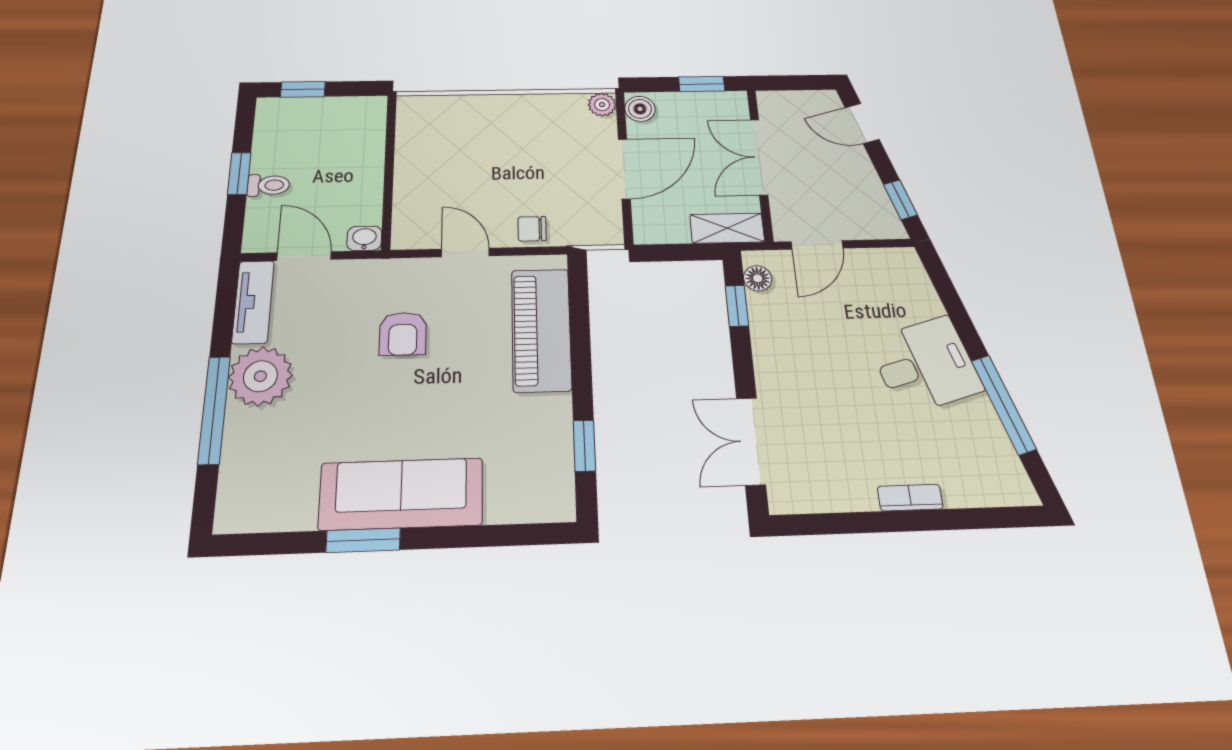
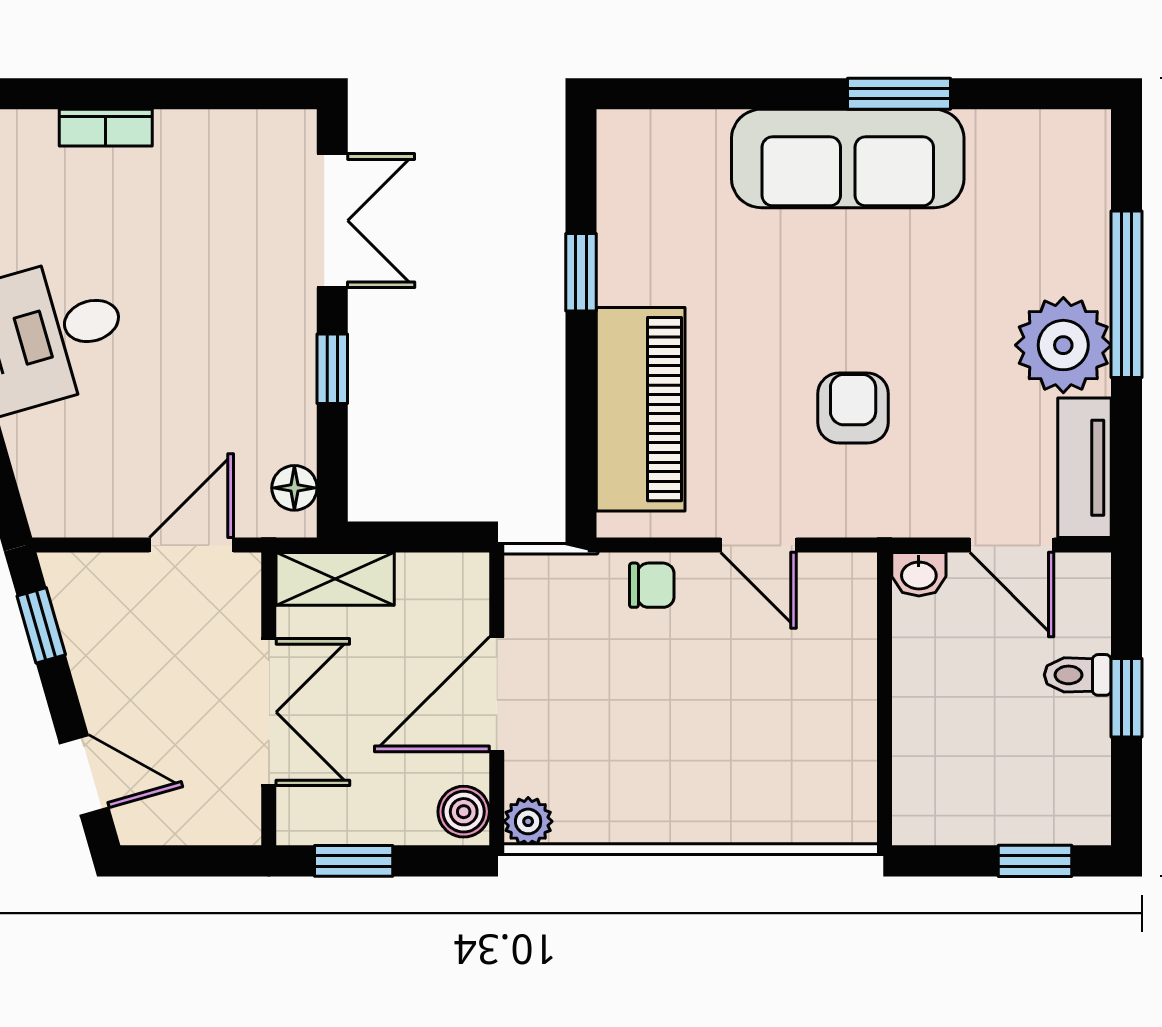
window: (737, 306) -> (332, 369), moved
window: (584, 446) -> (581, 272), moved

